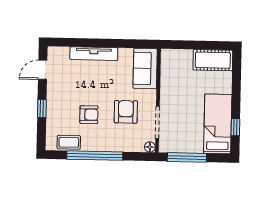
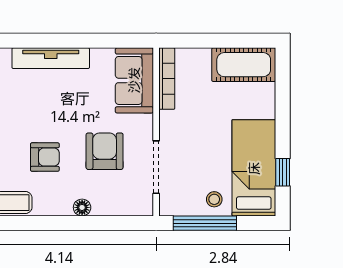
bookcase: (165, 68) -> (167, 79), added
stool: (193, 143) -> (214, 199), added
floor lamp: (150, 147) -> (82, 207), moved
window: (95, 156) -> (56, 223), removed

